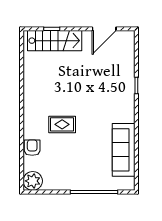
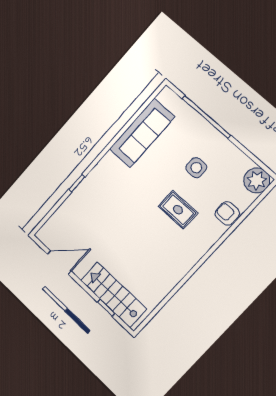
armchair: (32, 148) -> (227, 213), turned 90
side table: (73, 158) -> (196, 168), added

